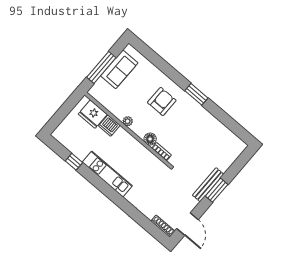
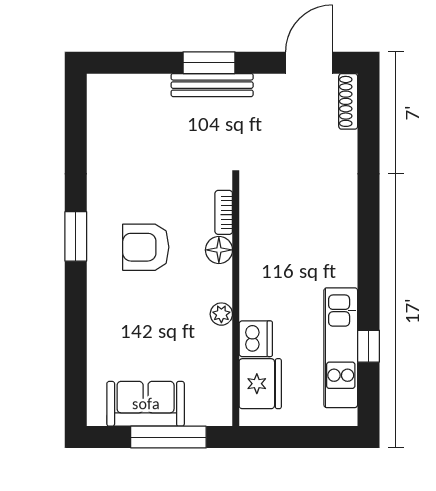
armchair: (162, 101) -> (146, 247), moved
kitchen unit: (107, 174) -> (341, 348), moved

